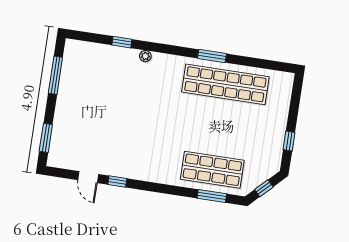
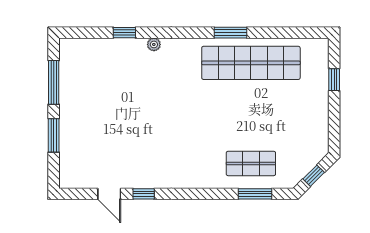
window: (46, 138) -> (54, 135), moved
window: (289, 141) -> (334, 80), moved
shop shelf: (212, 170) -> (251, 163), width x0.70, depth x0.74

